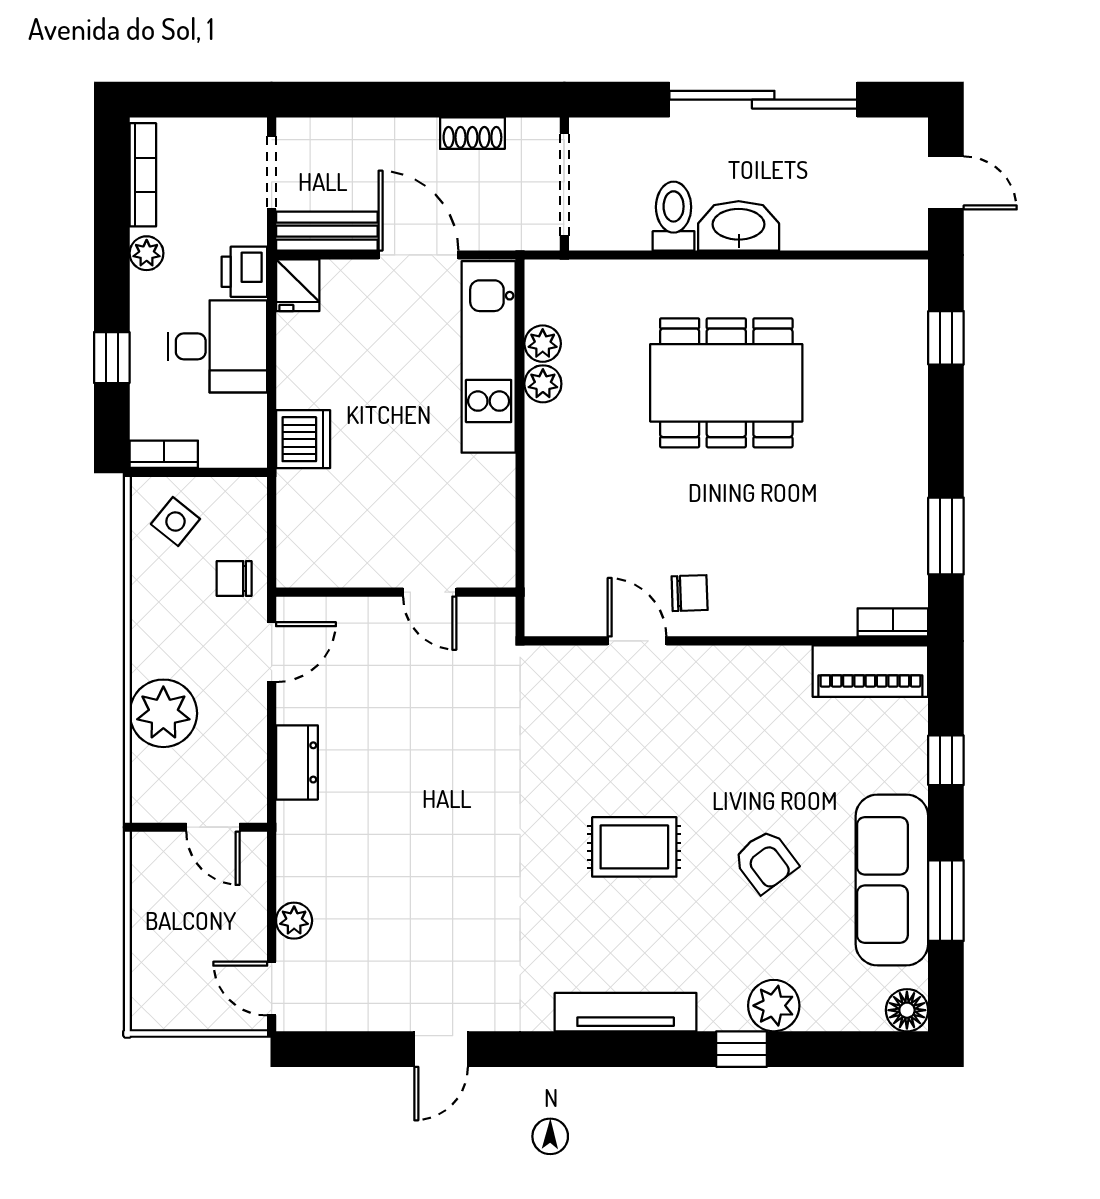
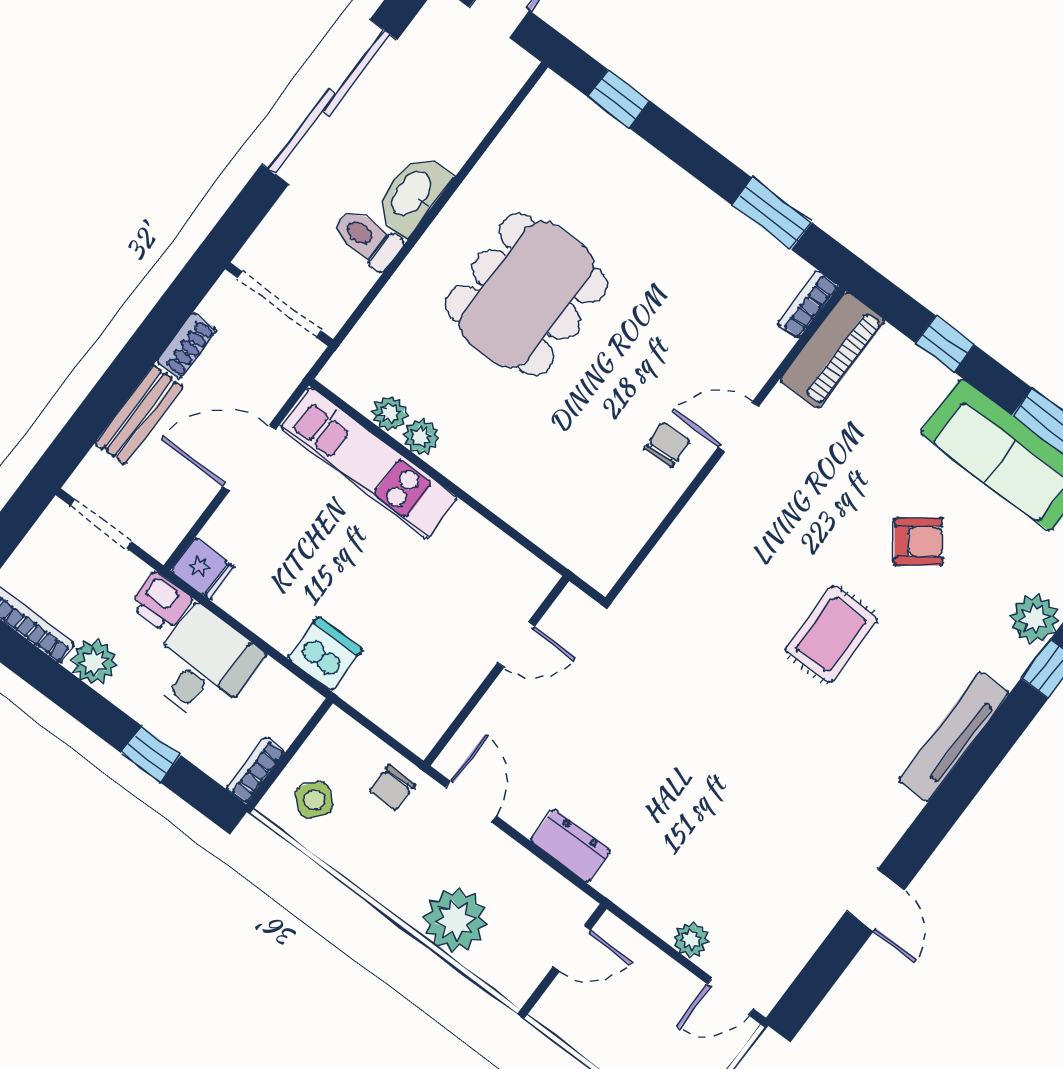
bench: (327, 231) -> (139, 415), moved
plant: (147, 253) -> (94, 662), width x1.38, depth x1.38
door: (637, 641) -> (739, 427), moved

